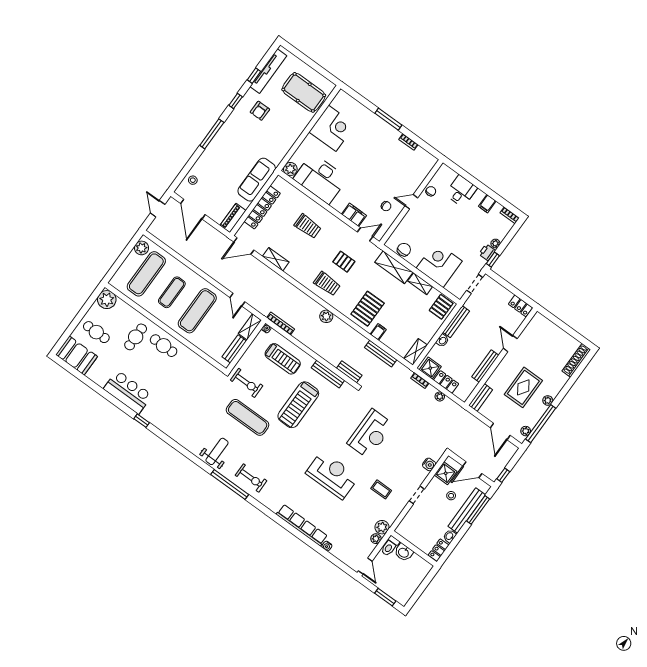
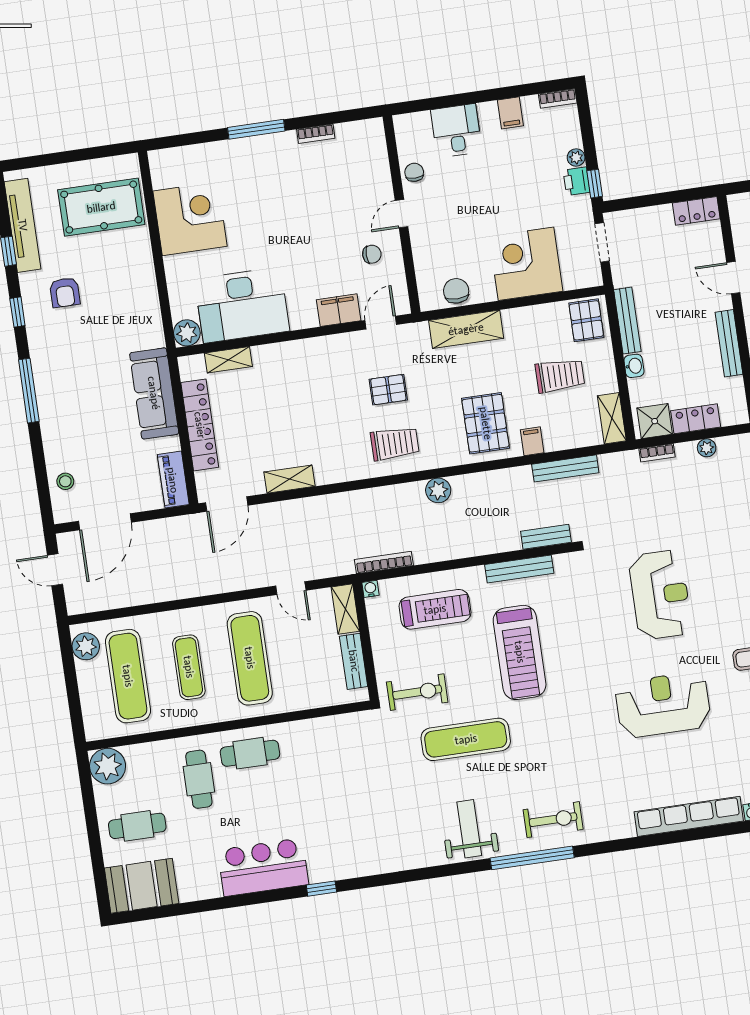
door: (193, 209) -> (105, 522), hinge flipped
trolley: (308, 226) -> (560, 376), moved
shelving: (420, 284) -> (228, 360), moved

